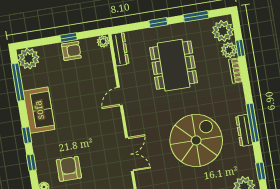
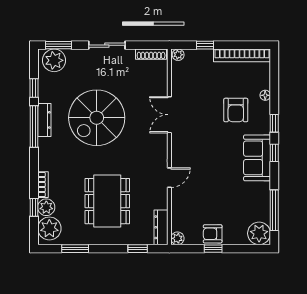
window: (158, 23) -> (138, 249), moved
sofa: (39, 110) -> (257, 158), moved
window: (261, 171) -> (34, 88), moved

